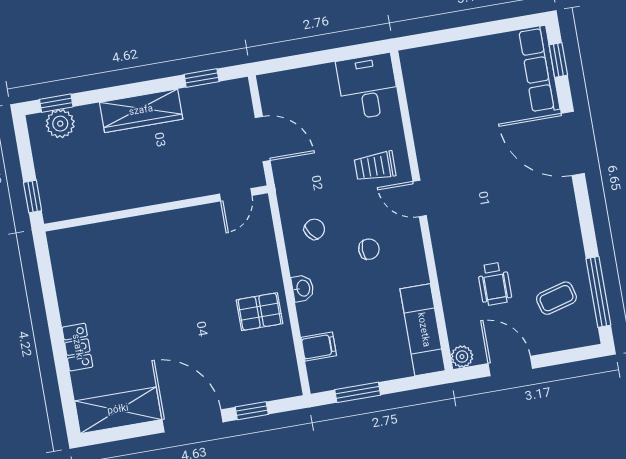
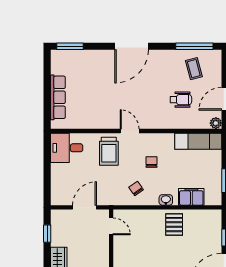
window: (558, 60) -> (70, 46), width x1.50
row of seats: (539, 69) -> (58, 97), moved, turned -90
door: (573, 143) -> (132, 46), moved
trolley: (375, 166) -> (109, 151), width x1.36, depth x1.39
door: (420, 198) -> (130, 131), swing flipped
filing cabinet: (319, 347) -> (191, 197), width x2.00

